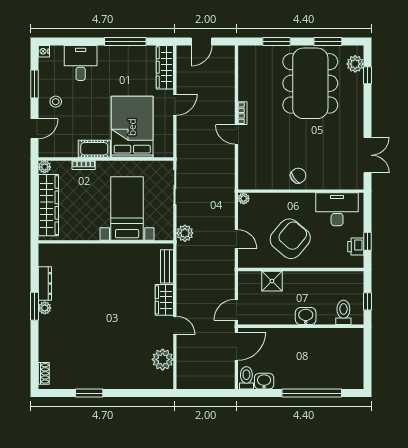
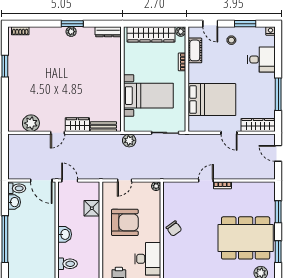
cot: (94, 149) -> (195, 50), moved
armchair: (290, 239) -> (125, 222), turned -40
dresser: (45, 283) -> (108, 32), moved

